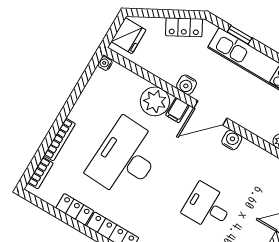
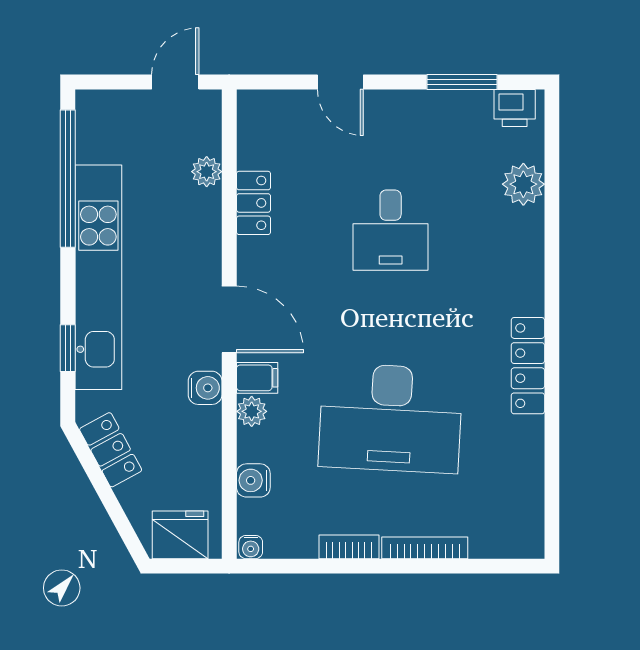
plant: (155, 101) -> (252, 411), width x0.53, depth x0.53
water cooler: (232, 140) -> (253, 480), moved
bookcase: (40, 173) -> (349, 547), moved
locker: (75, 209) -> (253, 203), moved, turned 180

